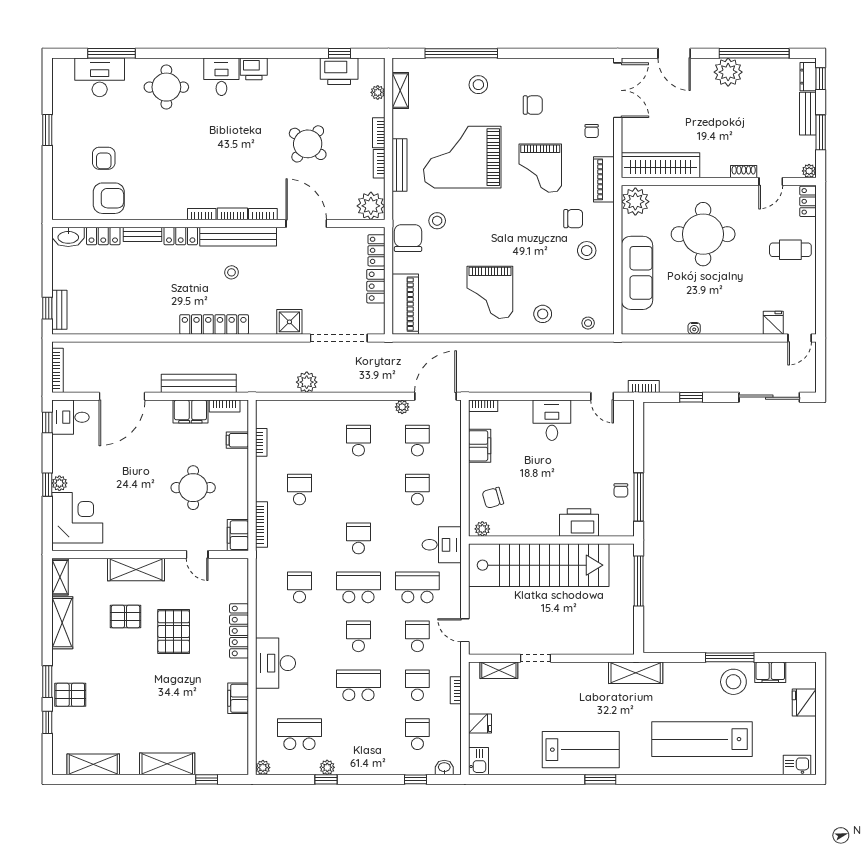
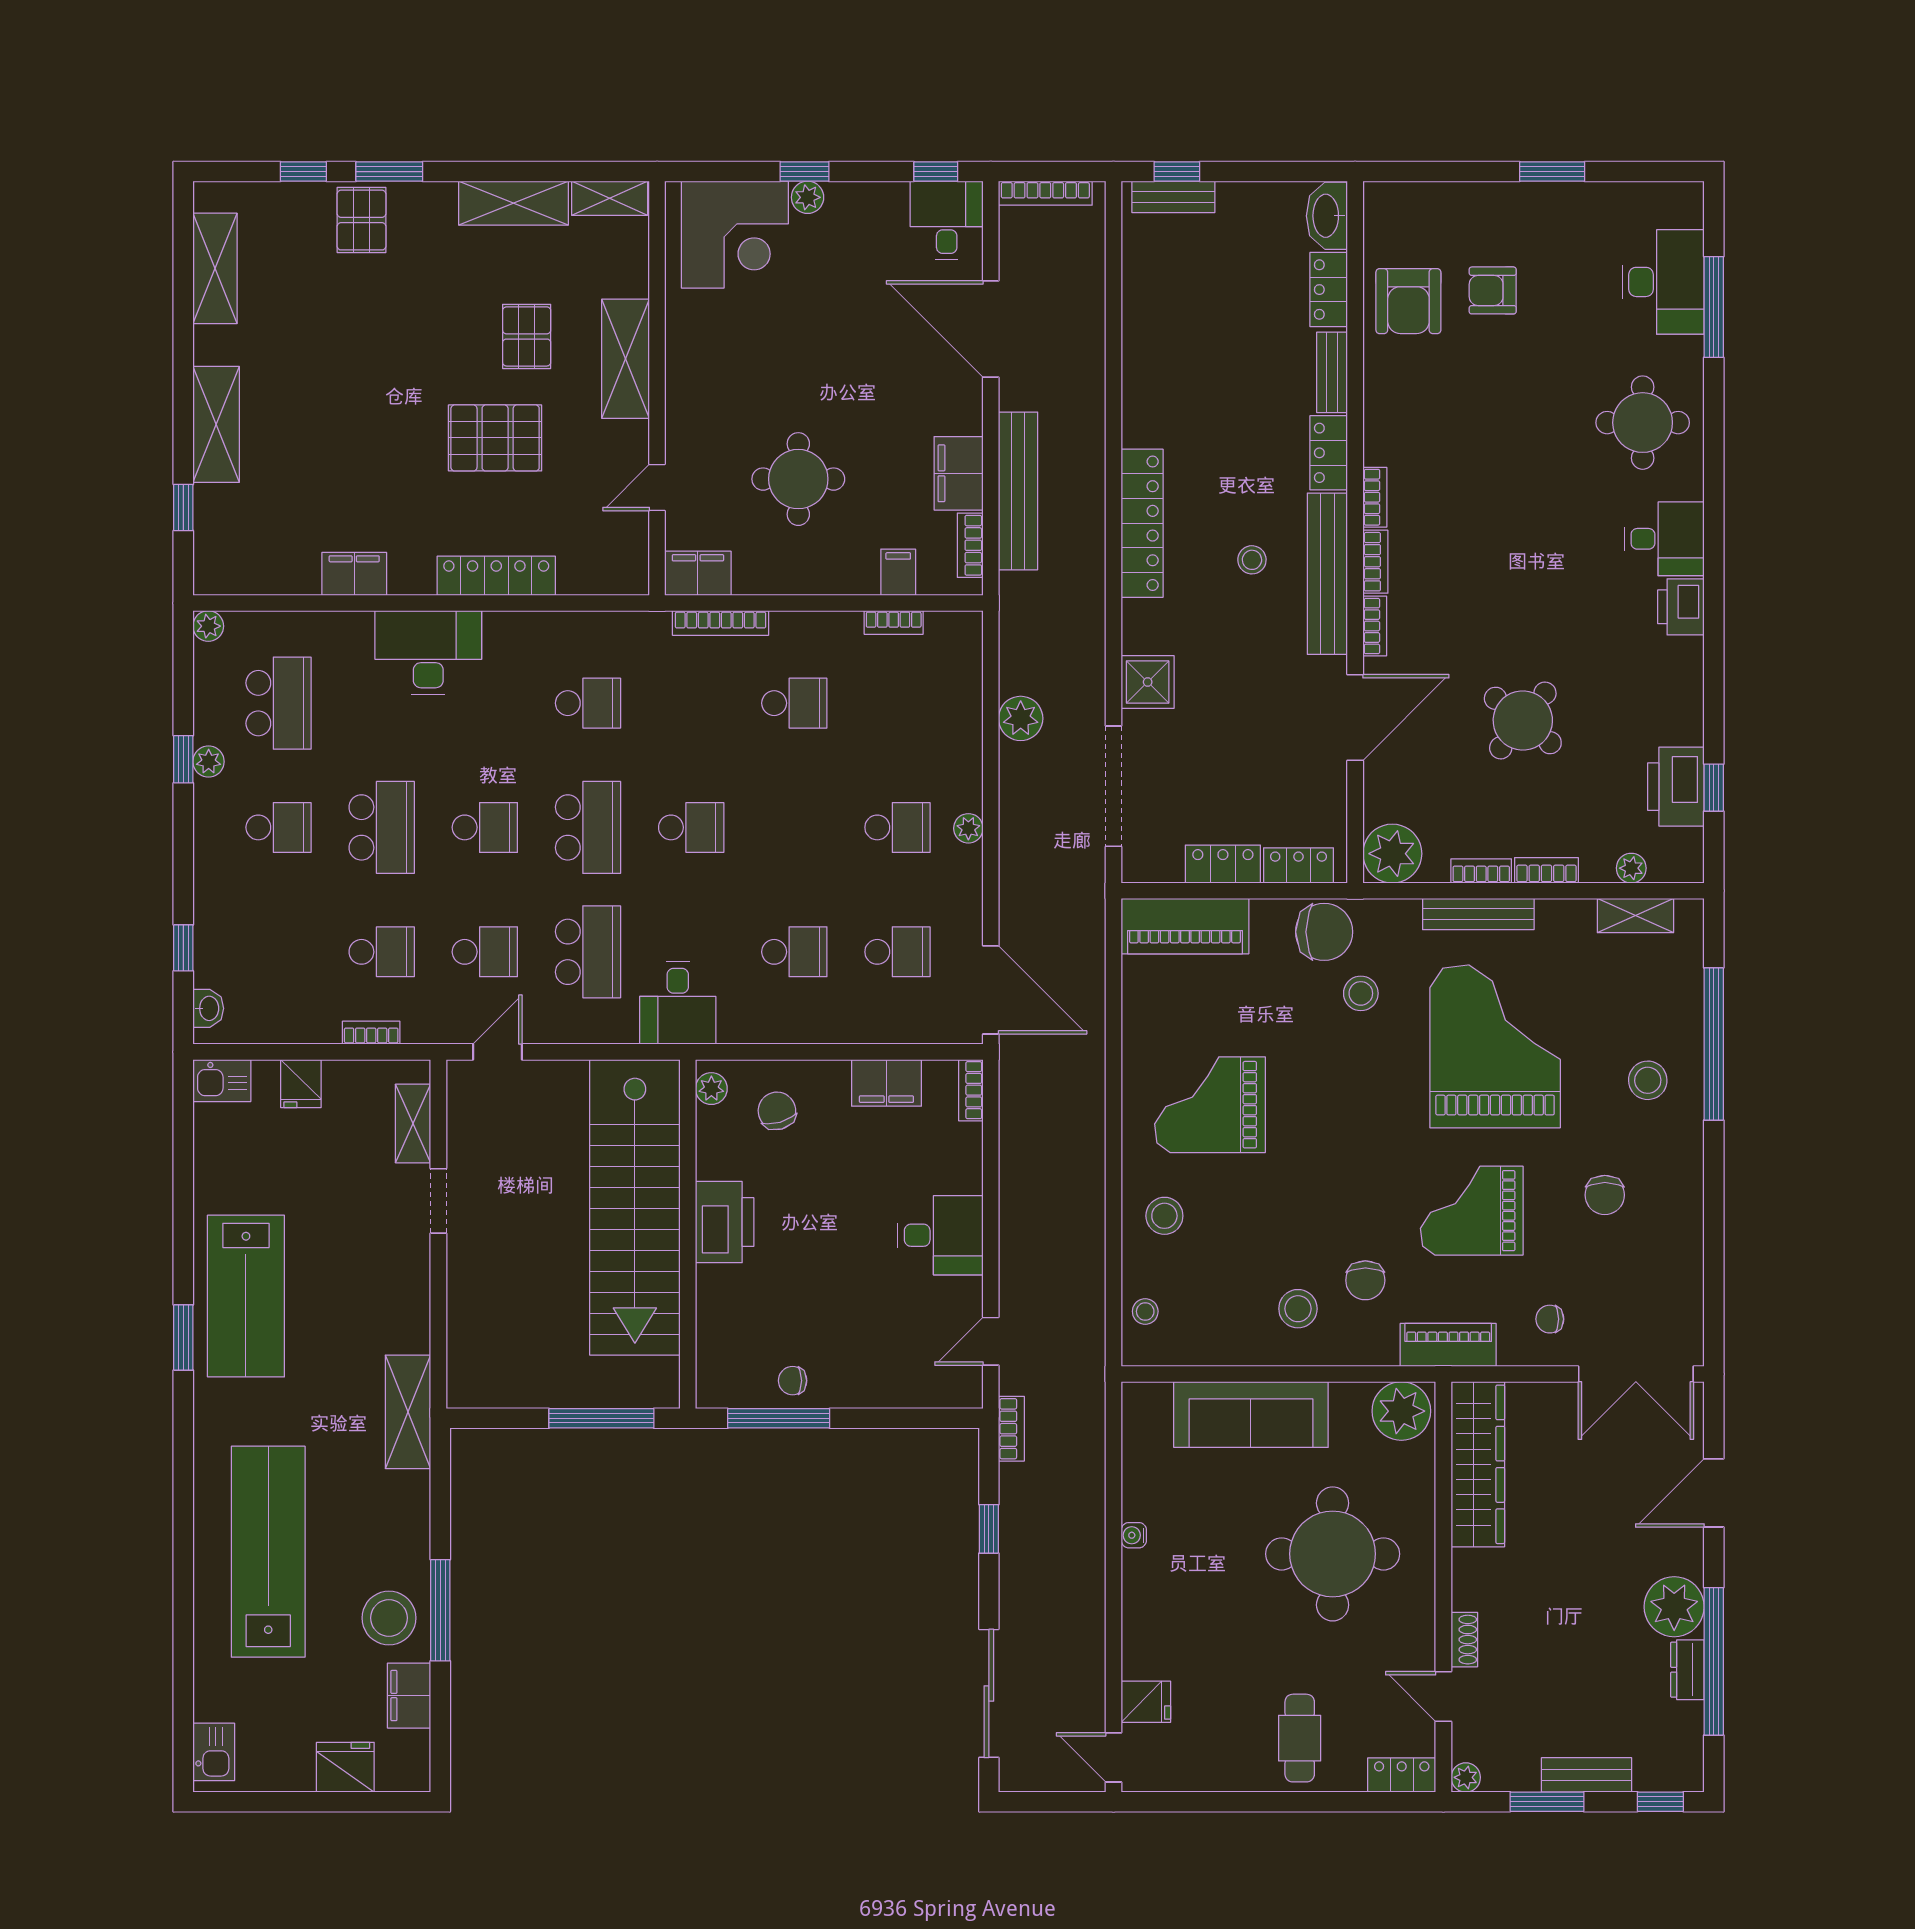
dresser: (808, 77) -> (1687, 1670), moved, turned -90
plant: (402, 407) -> (968, 828), moved
printer: (579, 523) -> (725, 1222), moved
school desk: (417, 734) -> (279, 827), moved

